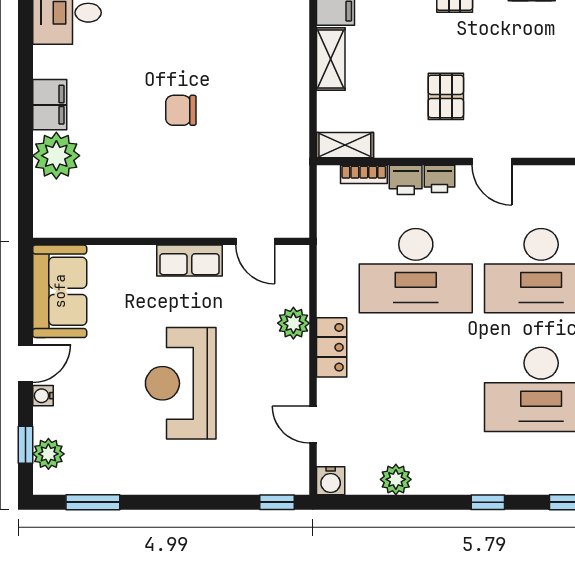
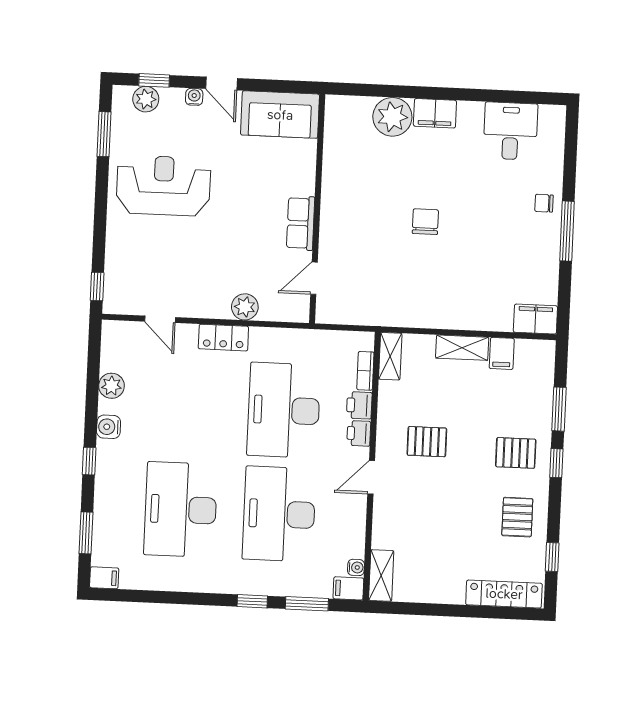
reception desk: (181, 383) -> (163, 186), moved
door: (313, 425) -> (160, 319), swing flipped
water cooler: (331, 481) -> (109, 427), moved

